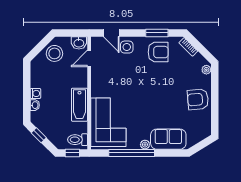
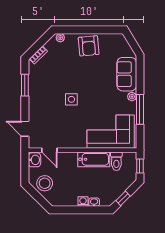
door: (111, 33) -> (25, 129), swing flipped
side table: (127, 47) -> (71, 99), moved
armchair: (158, 52) -> (43, 84), removed
toilet: (77, 140) -> (116, 161), moved
window: (132, 153) -> (140, 109), width x0.68

